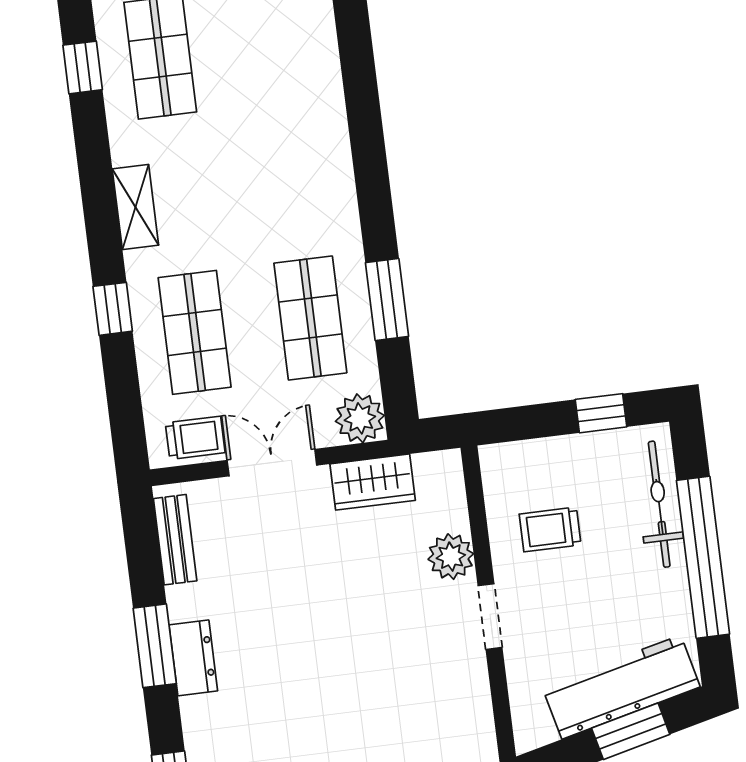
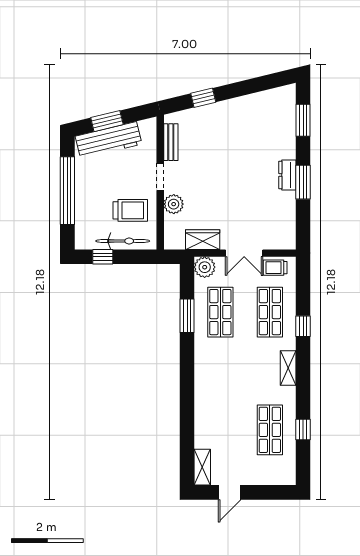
bicycle: (659, 504) -> (123, 241), moved, turned -90
trolley: (550, 529) -> (130, 210), width x1.36, depth x1.39
bench: (175, 540) -> (171, 142), moved

